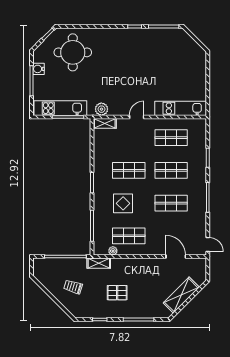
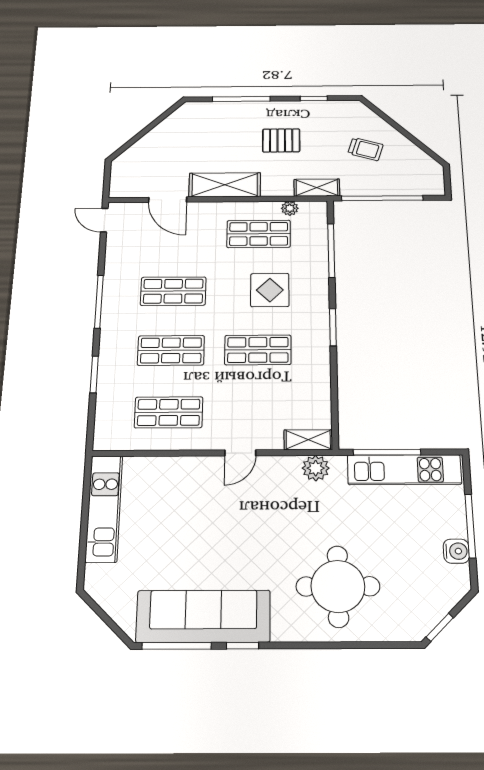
sofa: (152, 40) -> (203, 616), added
round table: (73, 52) -> (338, 586), moved
kitchen unit: (181, 108) -> (104, 509), moved, turned -90
shelving: (181, 295) -> (225, 185), moved, turned 45

